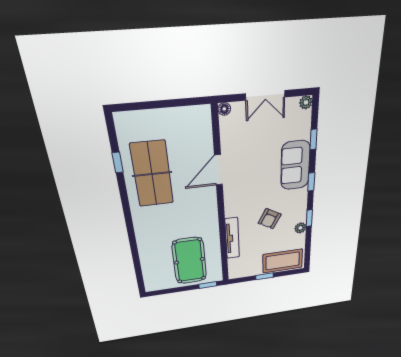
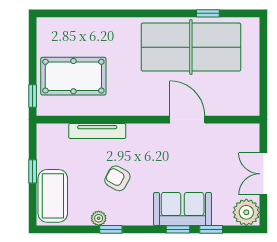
plant: (306, 102) -> (246, 212), width x1.87, depth x1.87
floor lamp: (224, 109) -> (253, 130), removed
table tennis table: (152, 174) -> (191, 47), width x1.36, depth x1.32
window: (311, 182) -> (178, 229), moved

